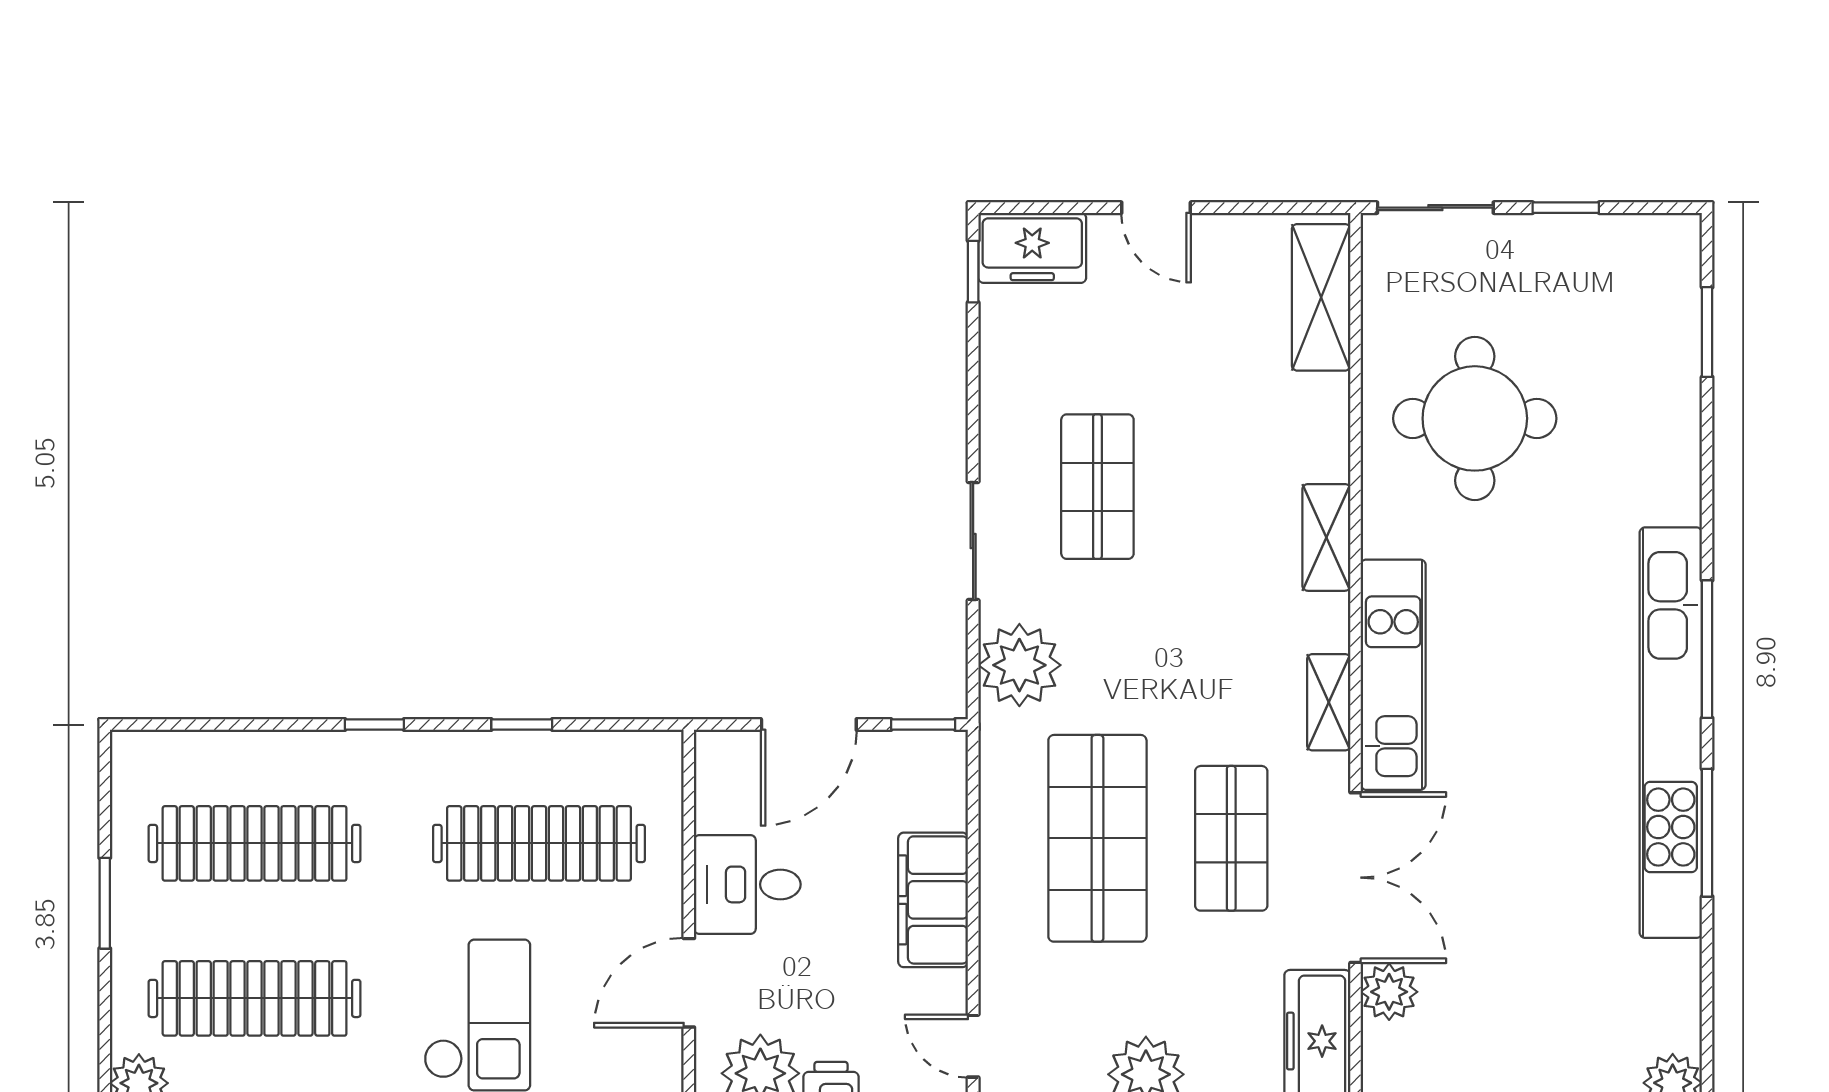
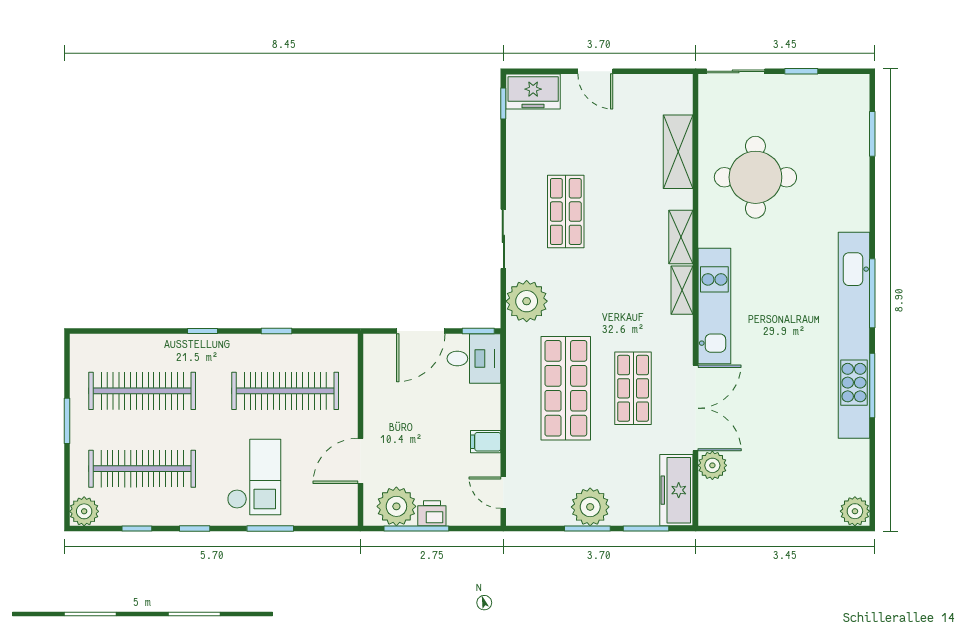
shelving: (1321, 297) -> (678, 152), moved
shelving: (1329, 702) -> (682, 290), moved
desk: (747, 884) -> (474, 359), moved, turned 180
filing cabinet: (933, 900) -> (486, 442), width x0.33, depth x0.86

